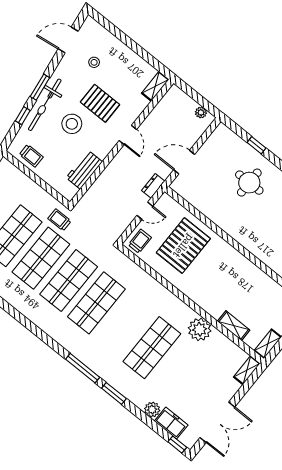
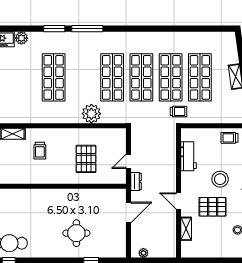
shelving: (155, 86) -> (186, 229), moved
trolley: (140, 241) -> (40, 151), moved
pallet: (183, 246) -> (86, 159), width x0.73, depth x0.71
plant: (200, 329) -> (91, 114), moved

